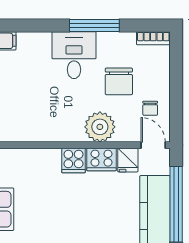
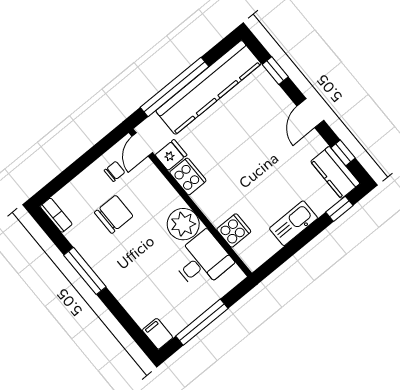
desk: (74, 55) -> (202, 261), moved, turned 180
plant: (100, 127) -> (183, 224), moved
cooker: (73, 161) -> (234, 230), moved

